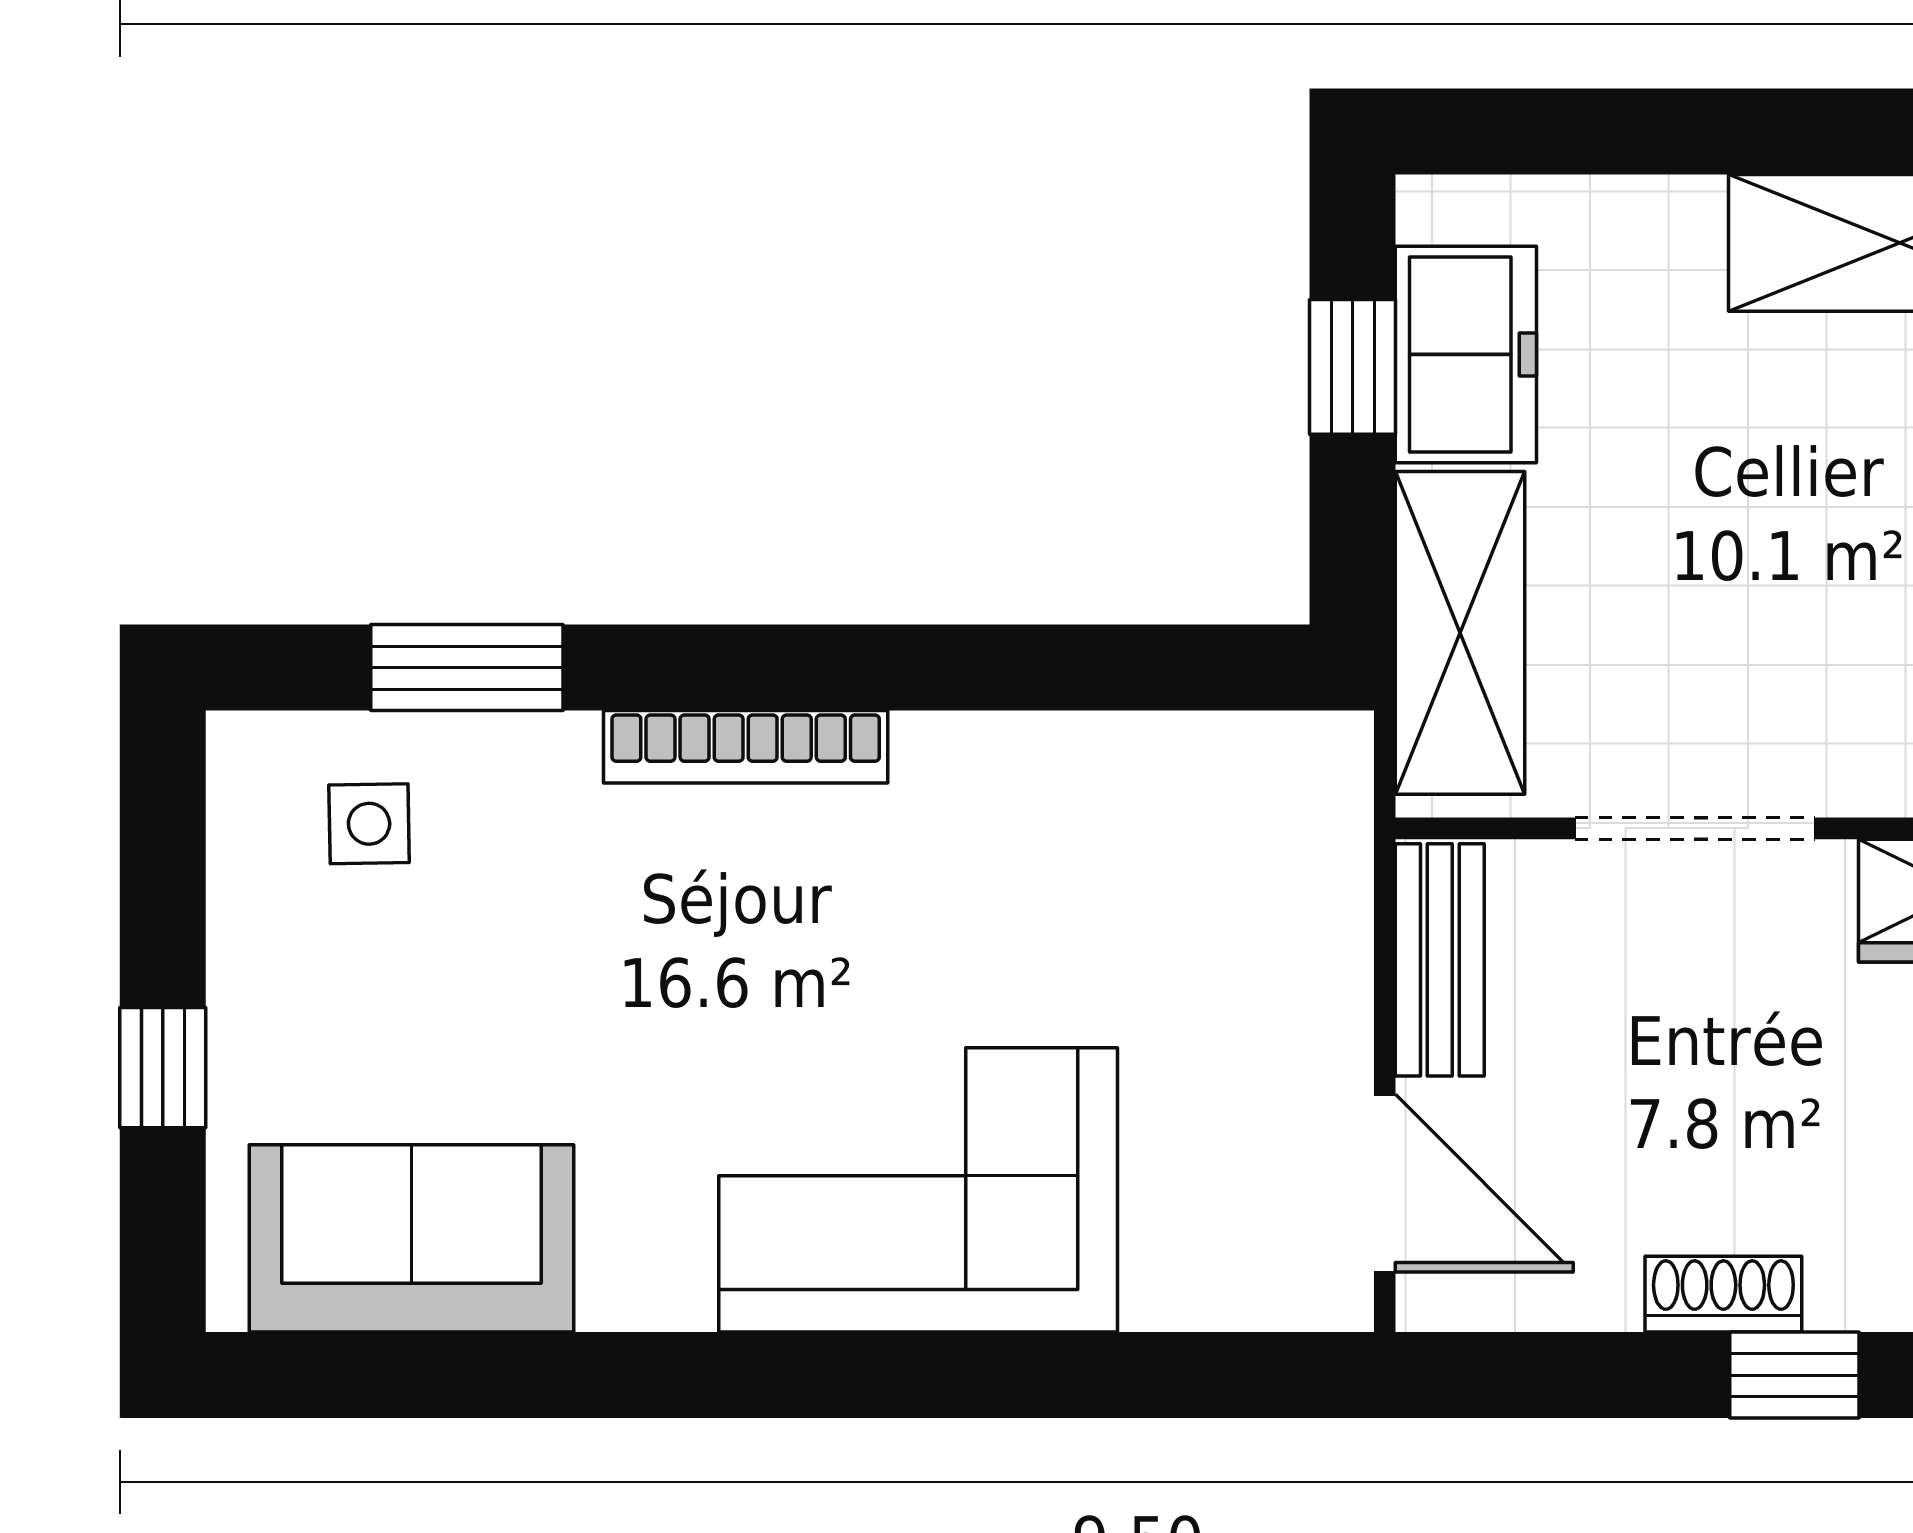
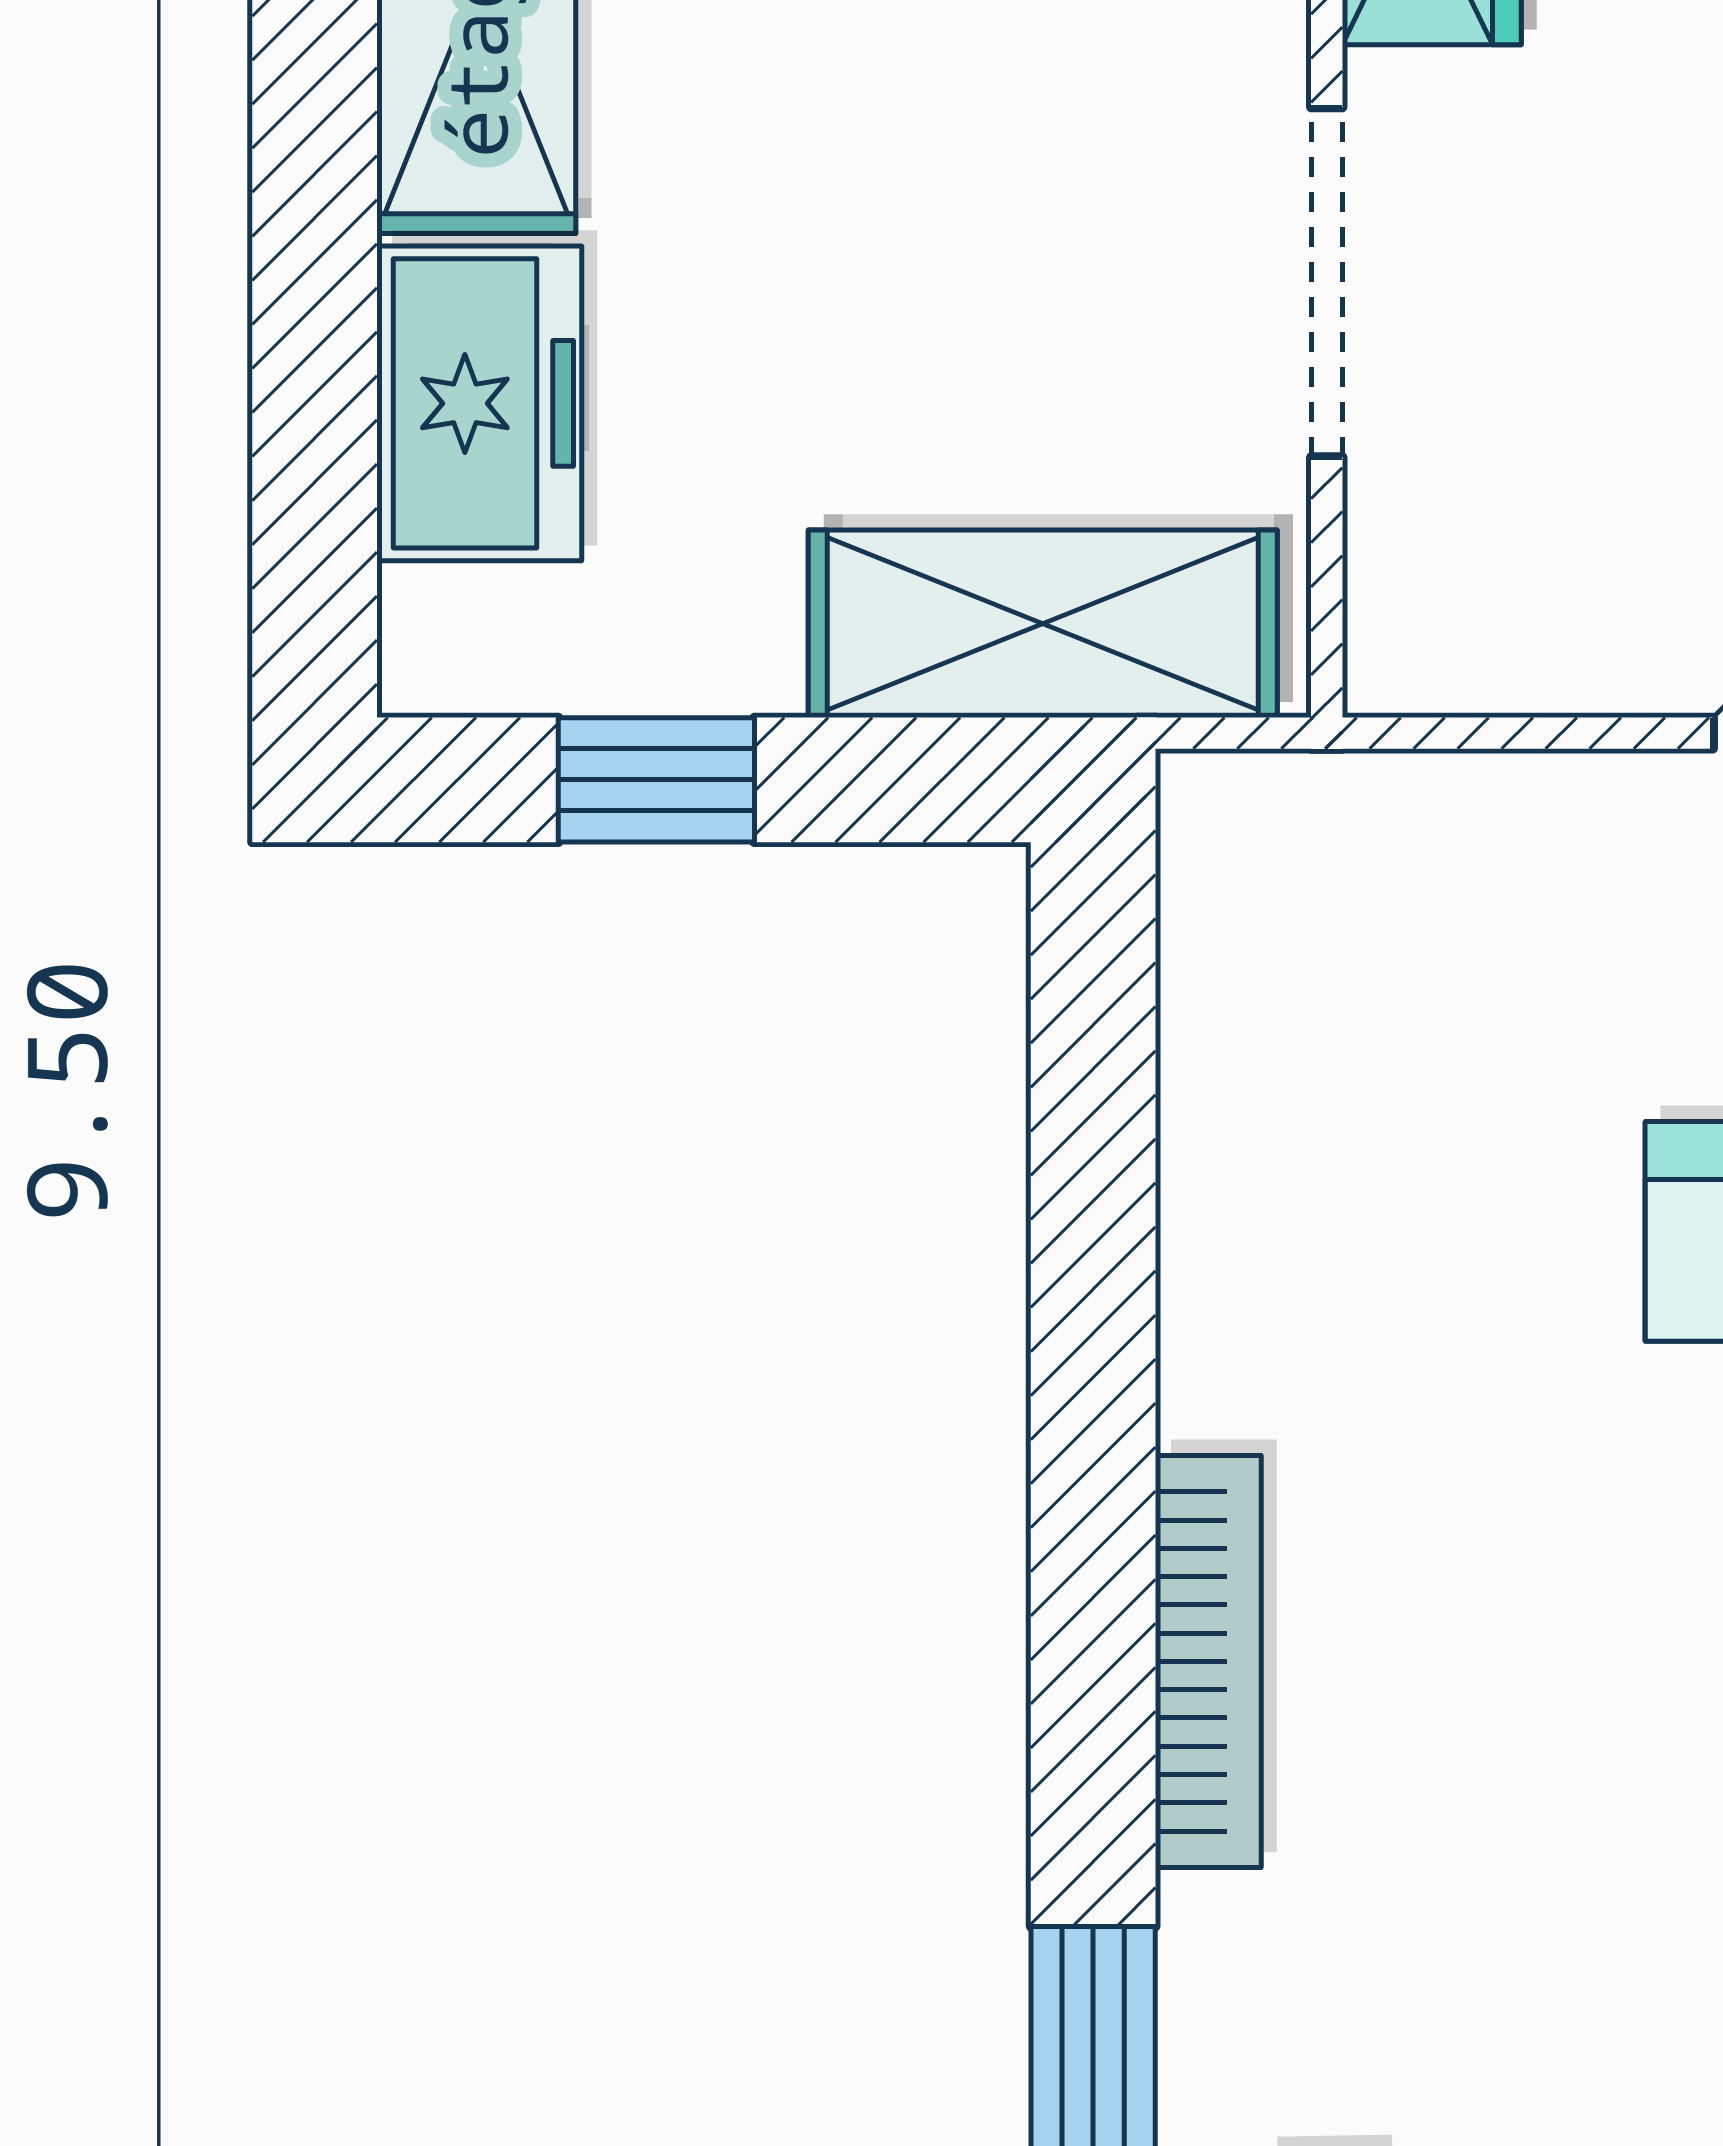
freezer: (1466, 354) -> (479, 403), moved, turned 90
bench: (1440, 960) -> (1518, 653), removed

